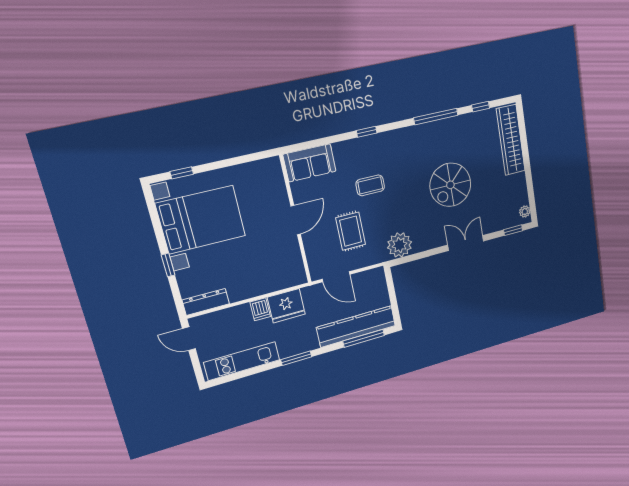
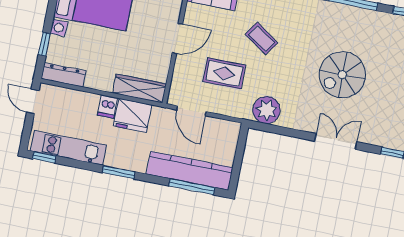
coffee table: (370, 185) -> (262, 39), turned 34
rug: (351, 231) -> (224, 73), turned 90
window: (168, 265) -> (44, 44), moved
wardrobe: (282, 280) -> (140, 89), added
window: (224, 380) -> (44, 157), added

